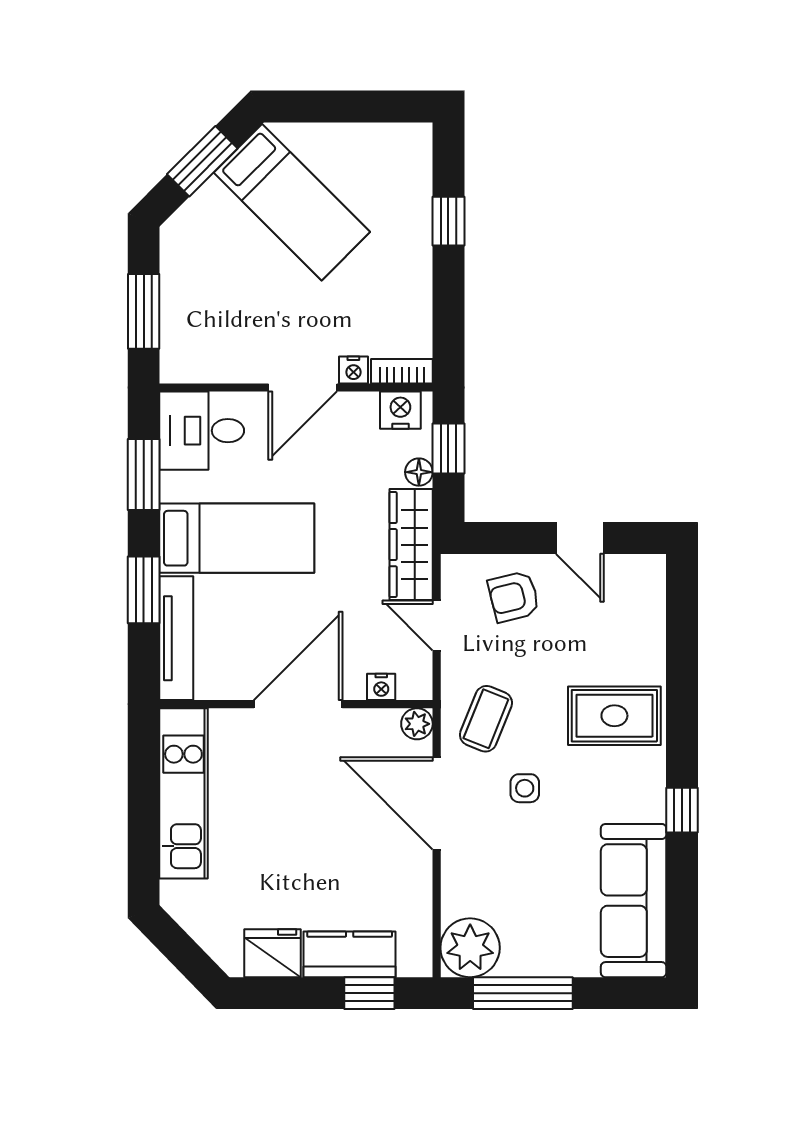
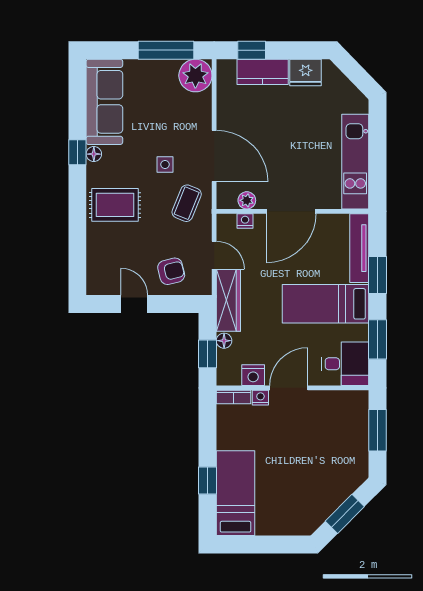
bed: (292, 202) -> (236, 493), moved, turned 45
nightstand: (400, 410) -> (253, 375), moved
plant: (417, 724) -> (247, 200), moved
floor lamp: (653, 807) -> (94, 154), added

